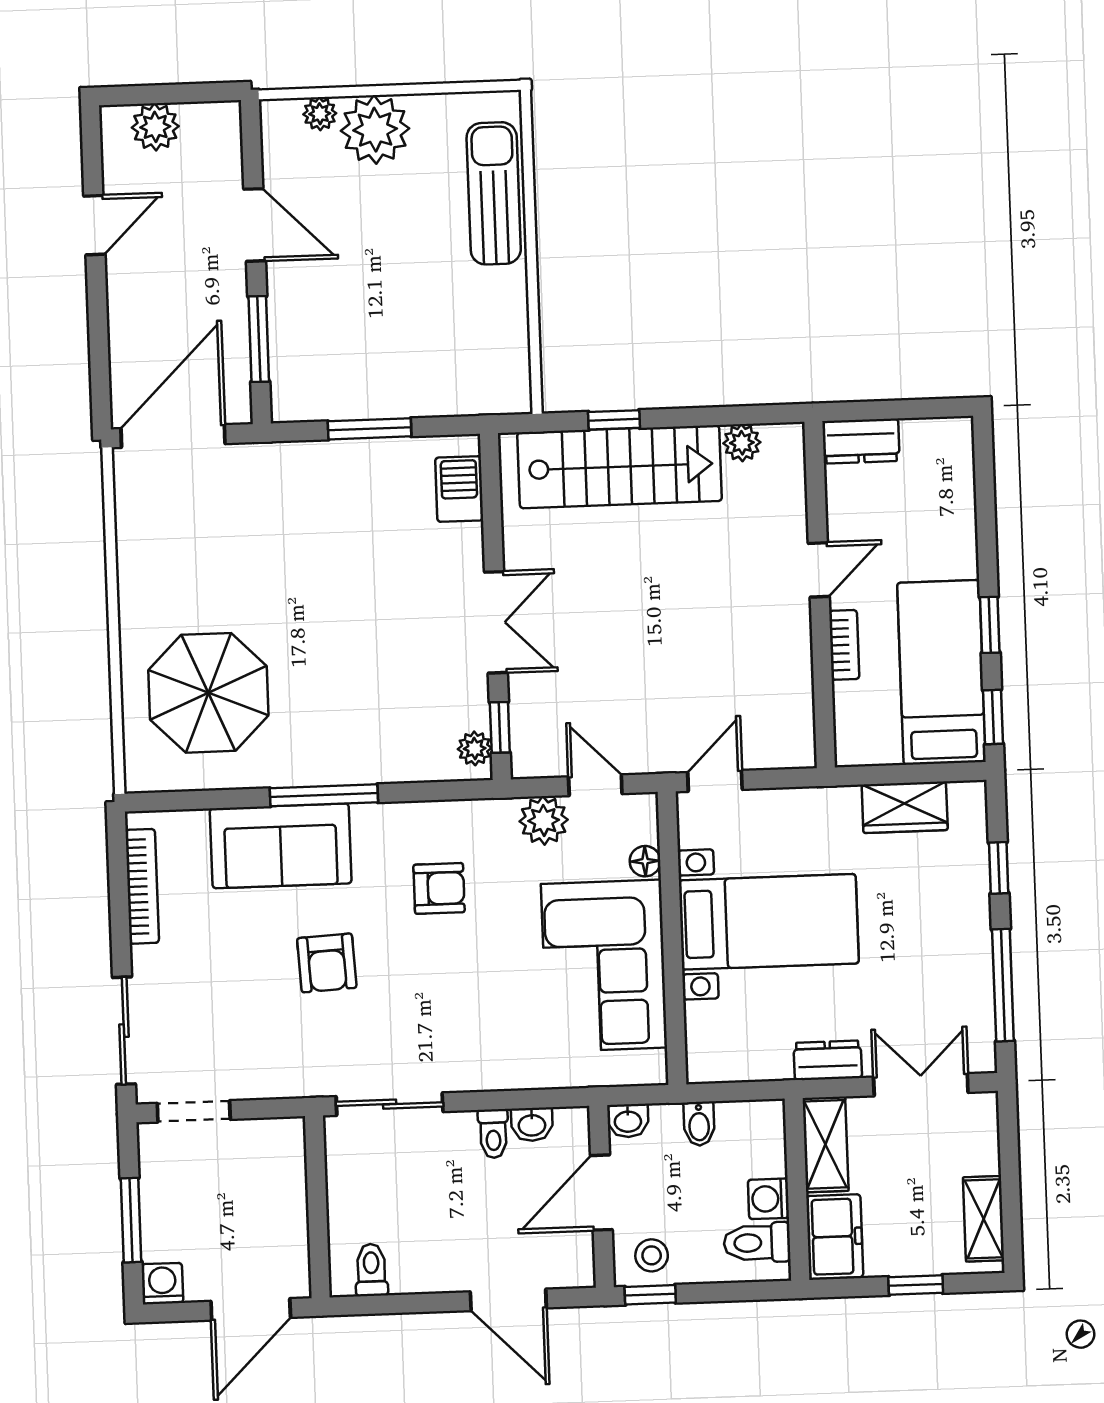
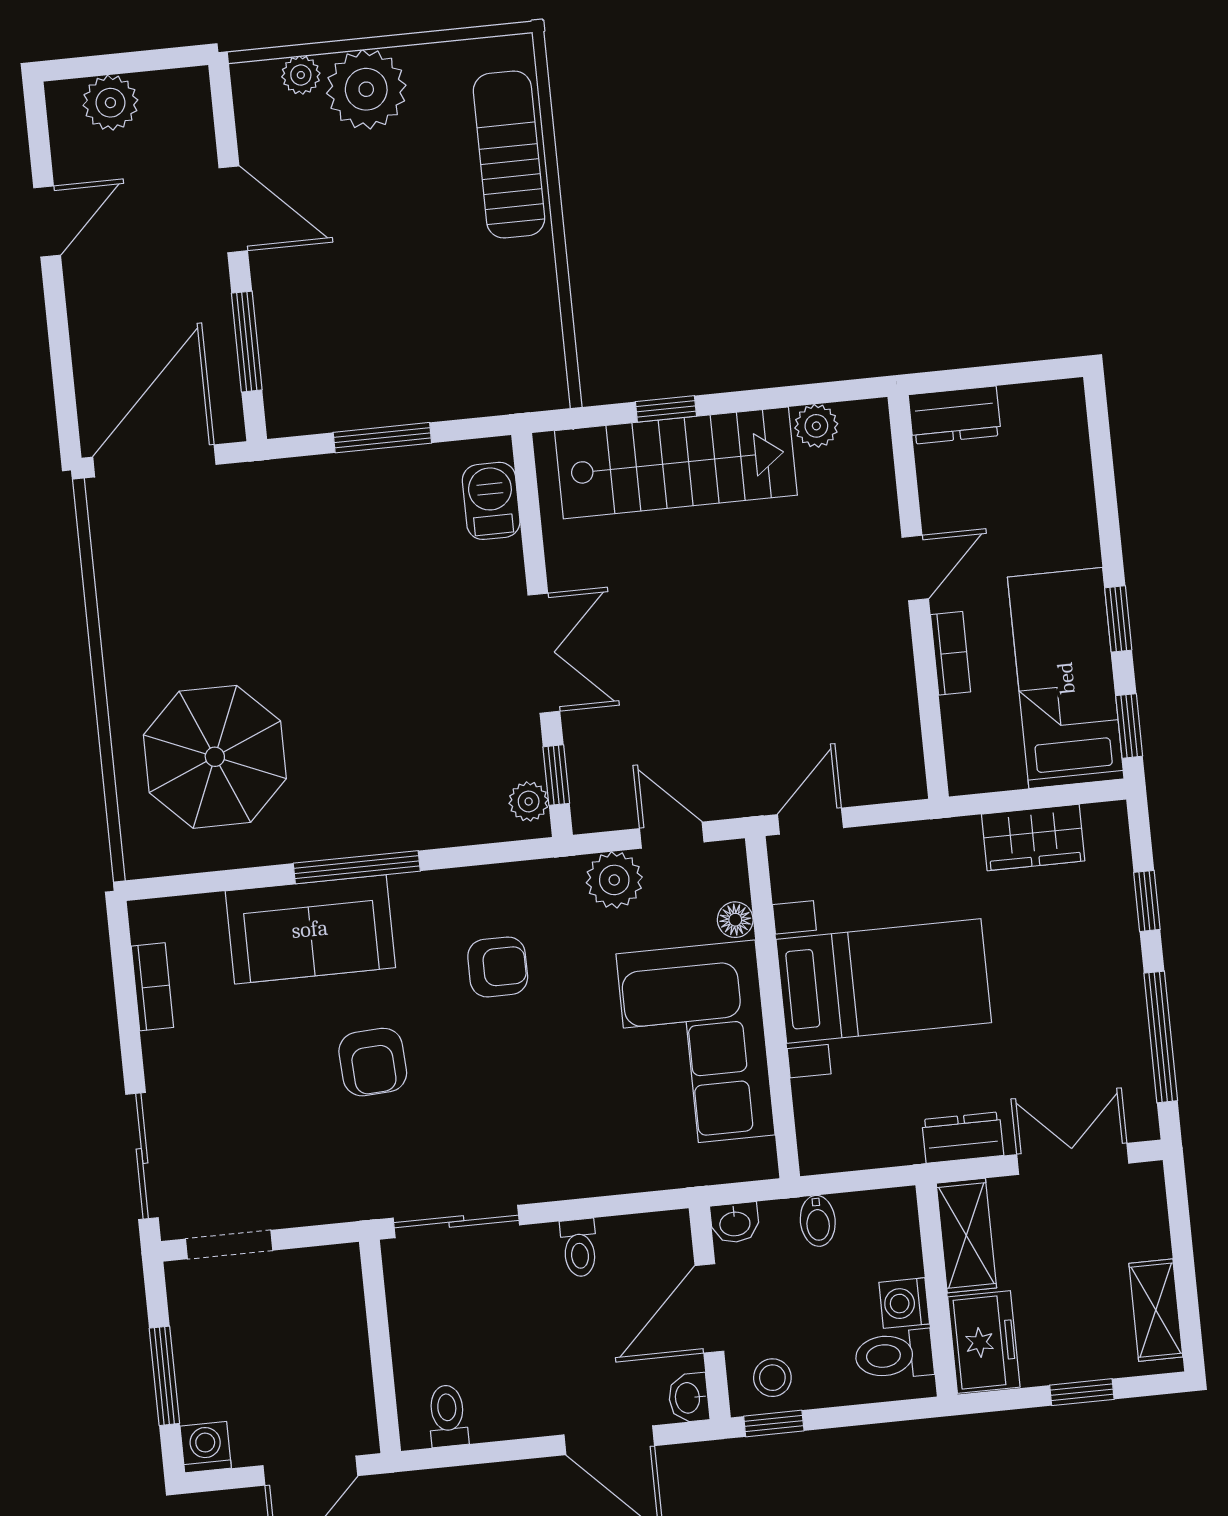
bookcase: (142, 886) -> (152, 987), width x0.64
washbasin: (532, 1124) -> (689, 1398), moved, turned 90

